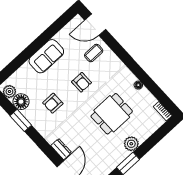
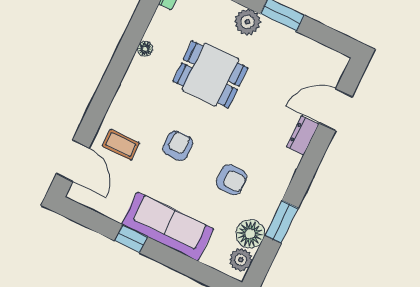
window: (43, 39) -> (131, 239), added
sofa: (46, 56) -> (168, 226), width x1.36

